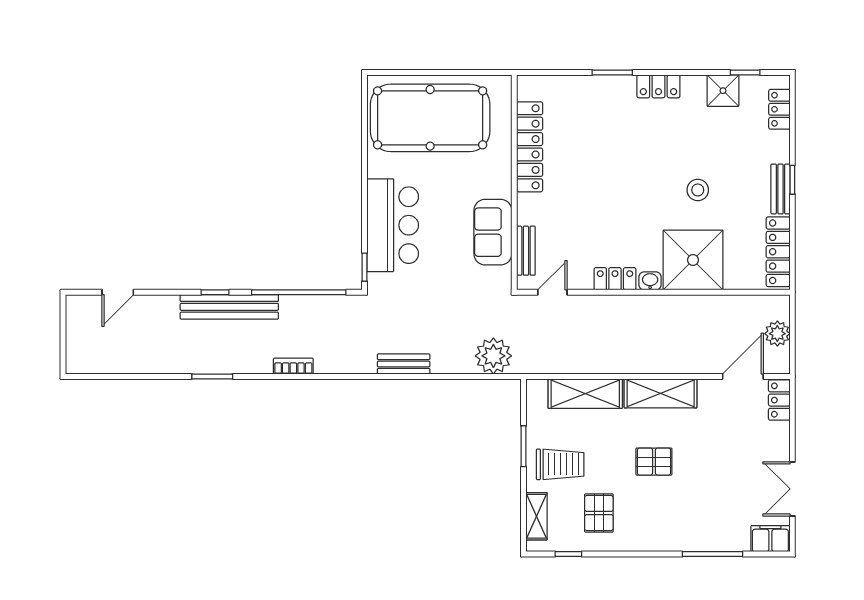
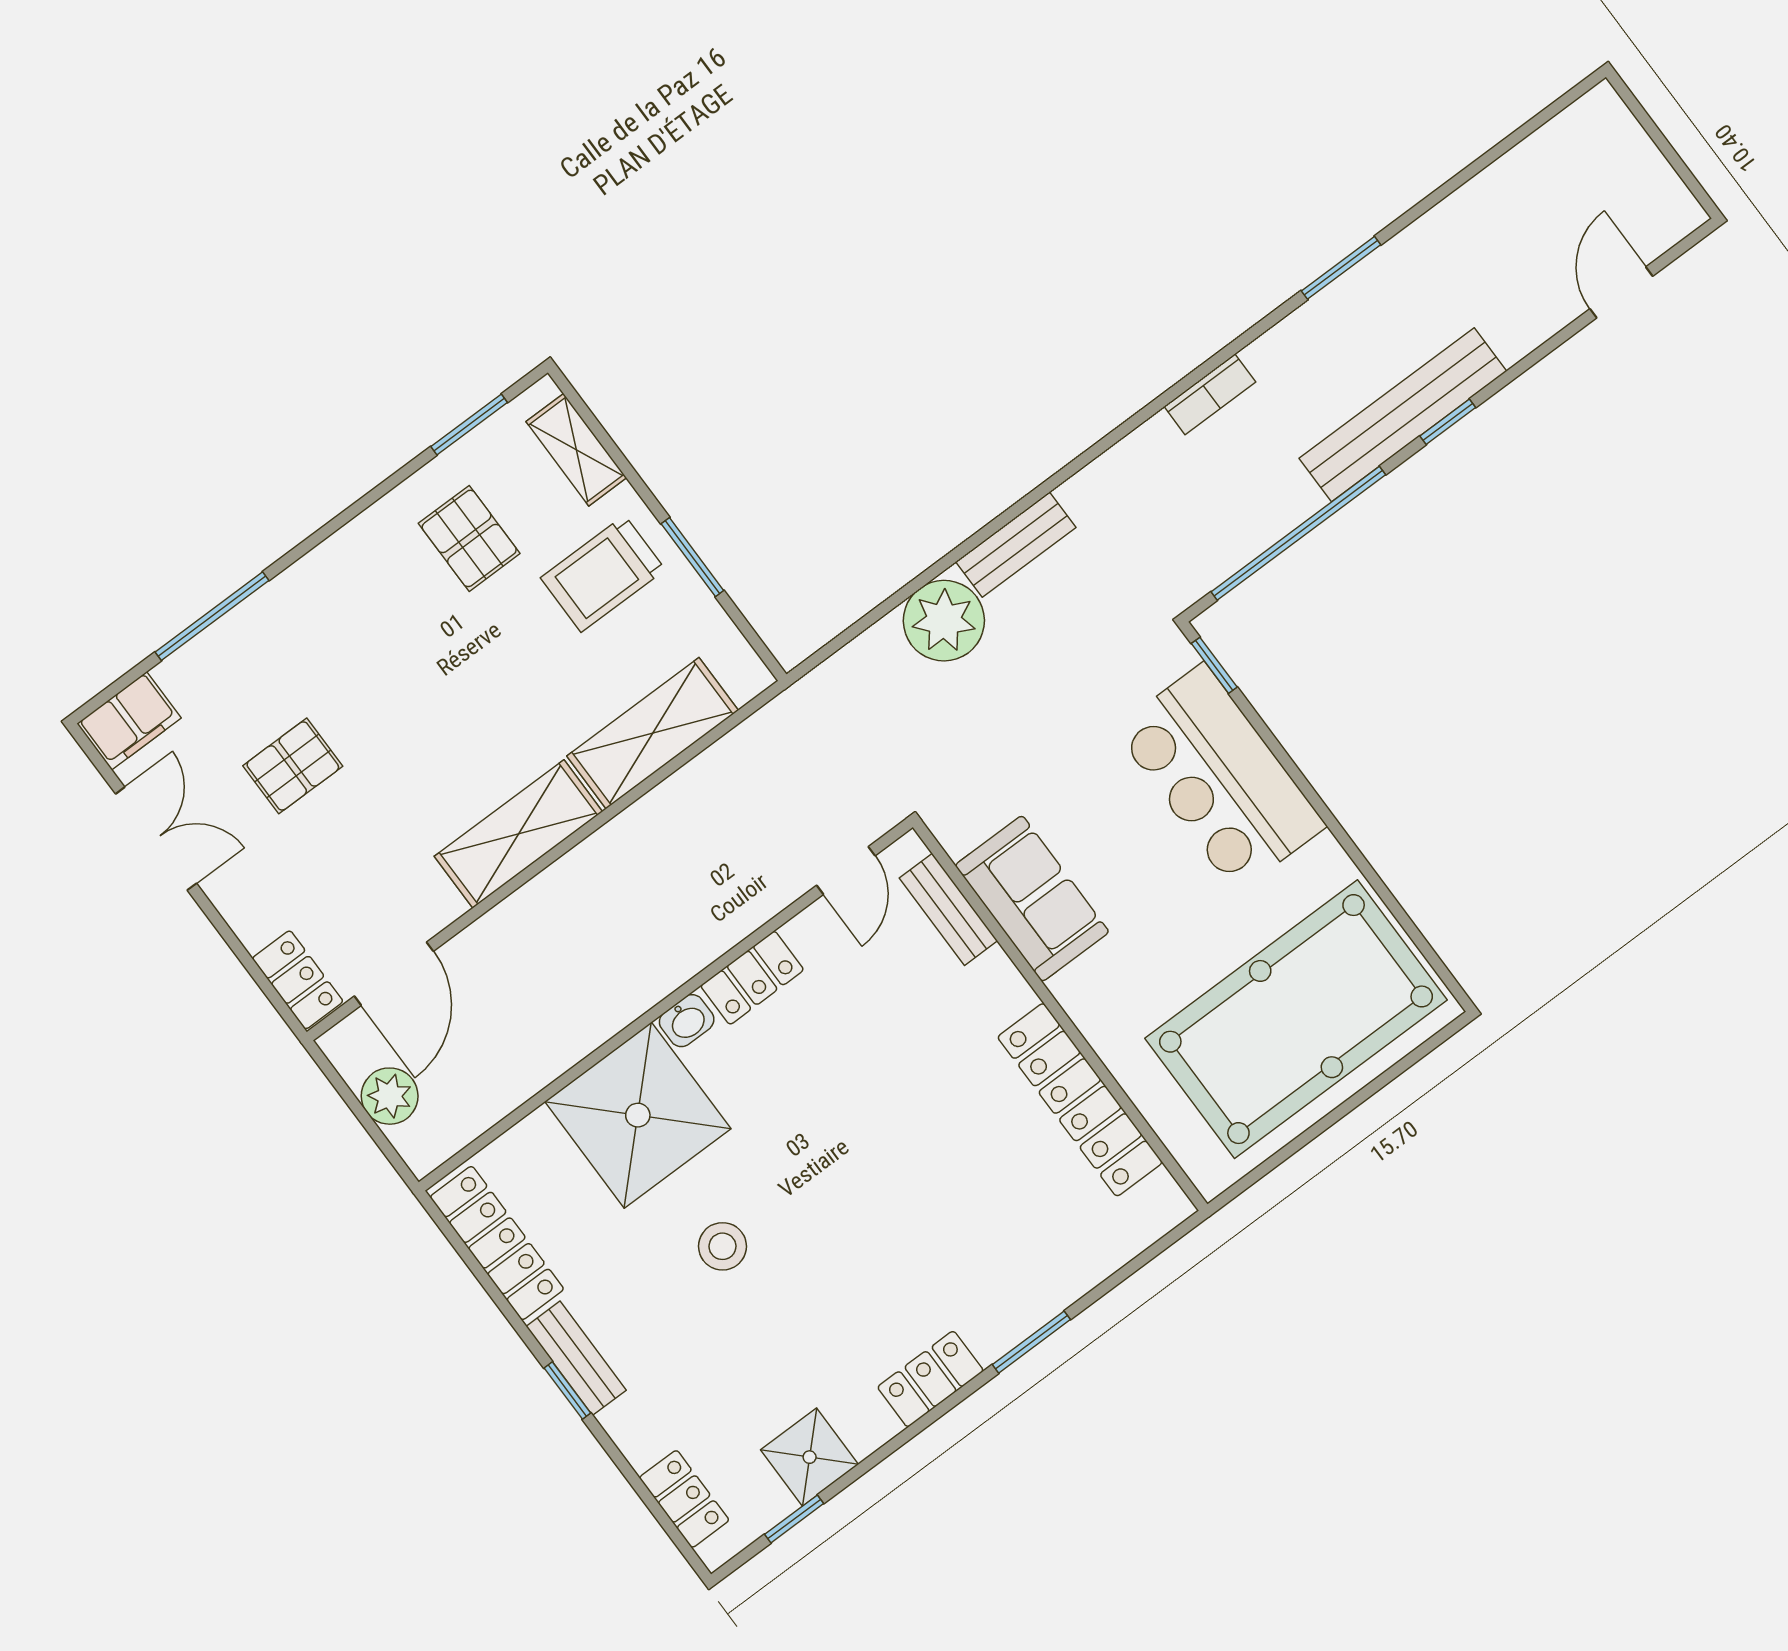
plant: (493, 356) -> (944, 621), moved
pallet: (654, 462) -> (293, 766), moved
window: (568, 554) -> (469, 425), width x1.50

